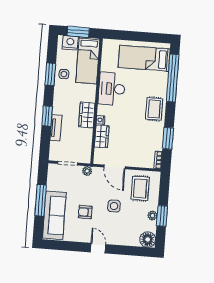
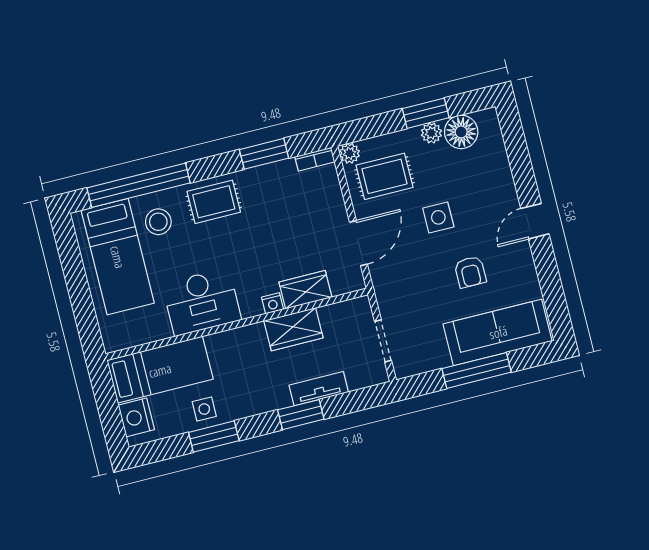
window: (78, 32) -> (109, 409), removed
stool: (154, 81) -> (158, 222), added
wardrobe: (87, 115) -> (293, 329), moved
plant: (87, 171) -> (350, 153), moved
floor lamp: (148, 239) -> (461, 132), moved

